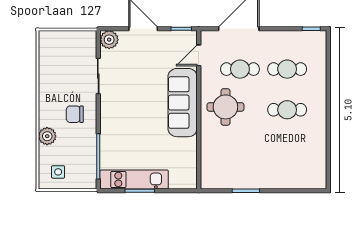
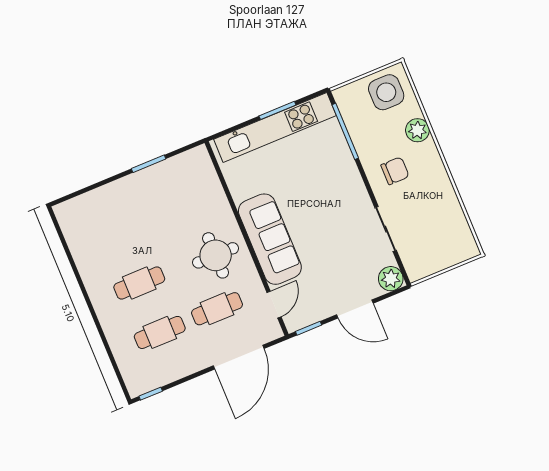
side table: (58, 172) -> (386, 92), width x1.87, depth x1.87
kitchen unit: (134, 180) -> (275, 127), width x1.36

